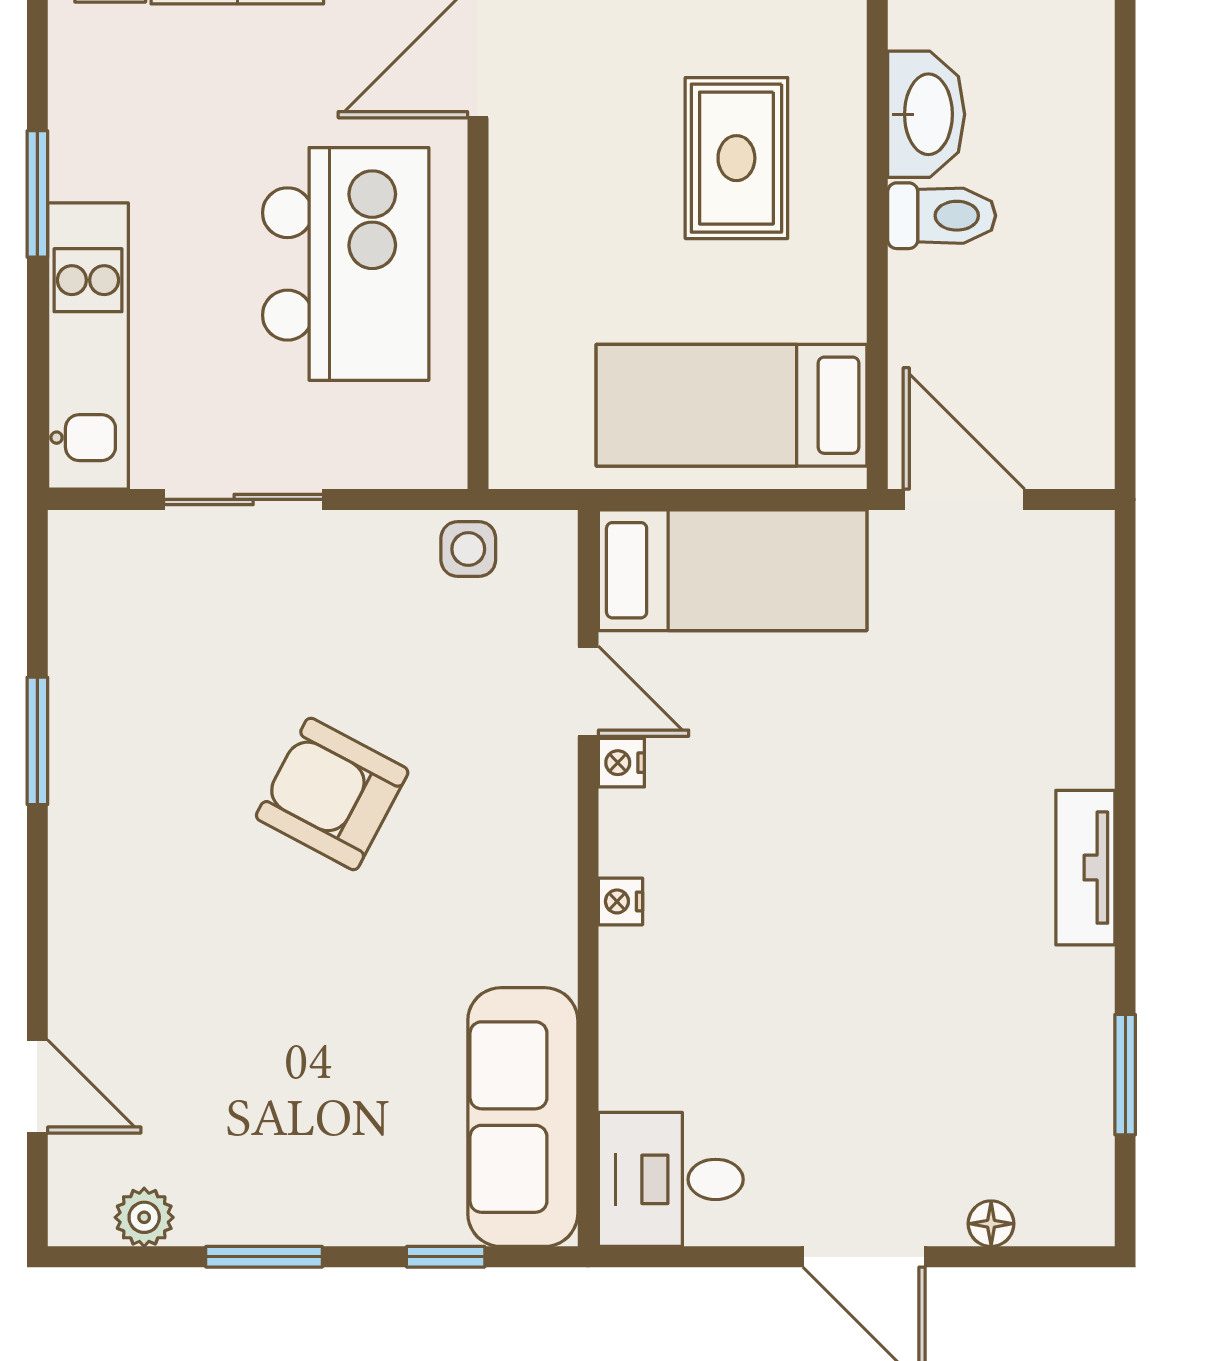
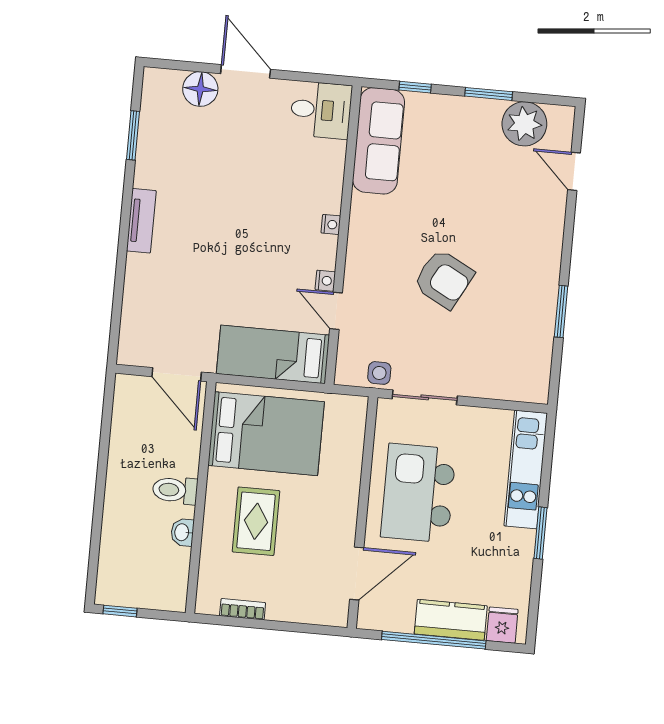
washbasin: (926, 114) -> (182, 532), width x0.52, depth x0.69
bed: (732, 405) -> (266, 434), width x1.50
sliding door: (244, 499) -> (425, 397), moved
plant: (144, 1217) -> (524, 124), width x1.88, depth x1.88
floor lamp: (991, 1224) -> (200, 89), width x1.89, depth x1.89

